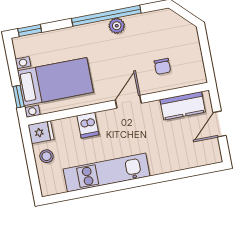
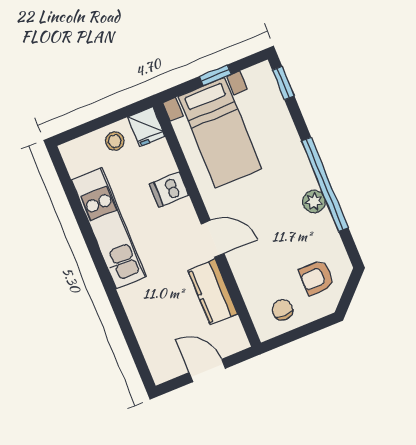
armchair: (170, 35) -> (317, 278), added
chair: (162, 66) -> (282, 310), moved, turned 90
window: (19, 97) -> (215, 75), moved
kitchen counter: (183, 106) -> (213, 292), moved

